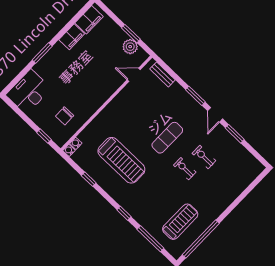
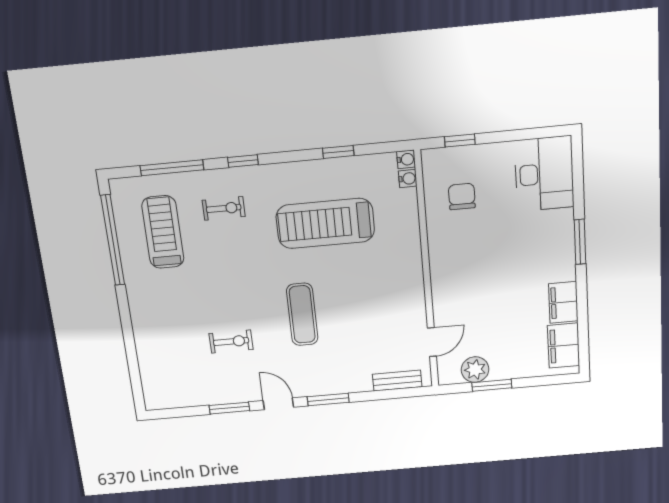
exercise bike: (185, 169) -> (224, 208), moved
treadmill: (180, 222) -> (163, 232), turned 180

